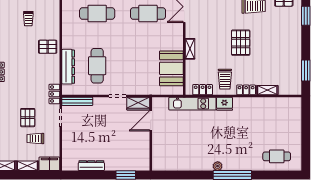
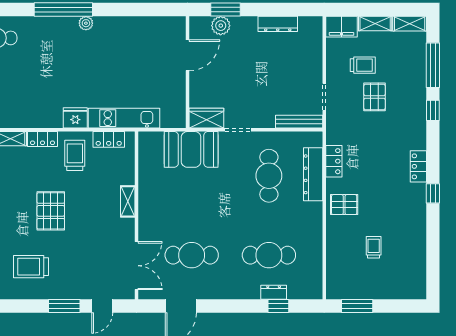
booth: (171, 68) -> (191, 149), moved, turned 90
locker: (54, 94) -> (334, 161), moved
door: (151, 121) -> (187, 55), moved
plant: (129, 164) -> (221, 26), added

